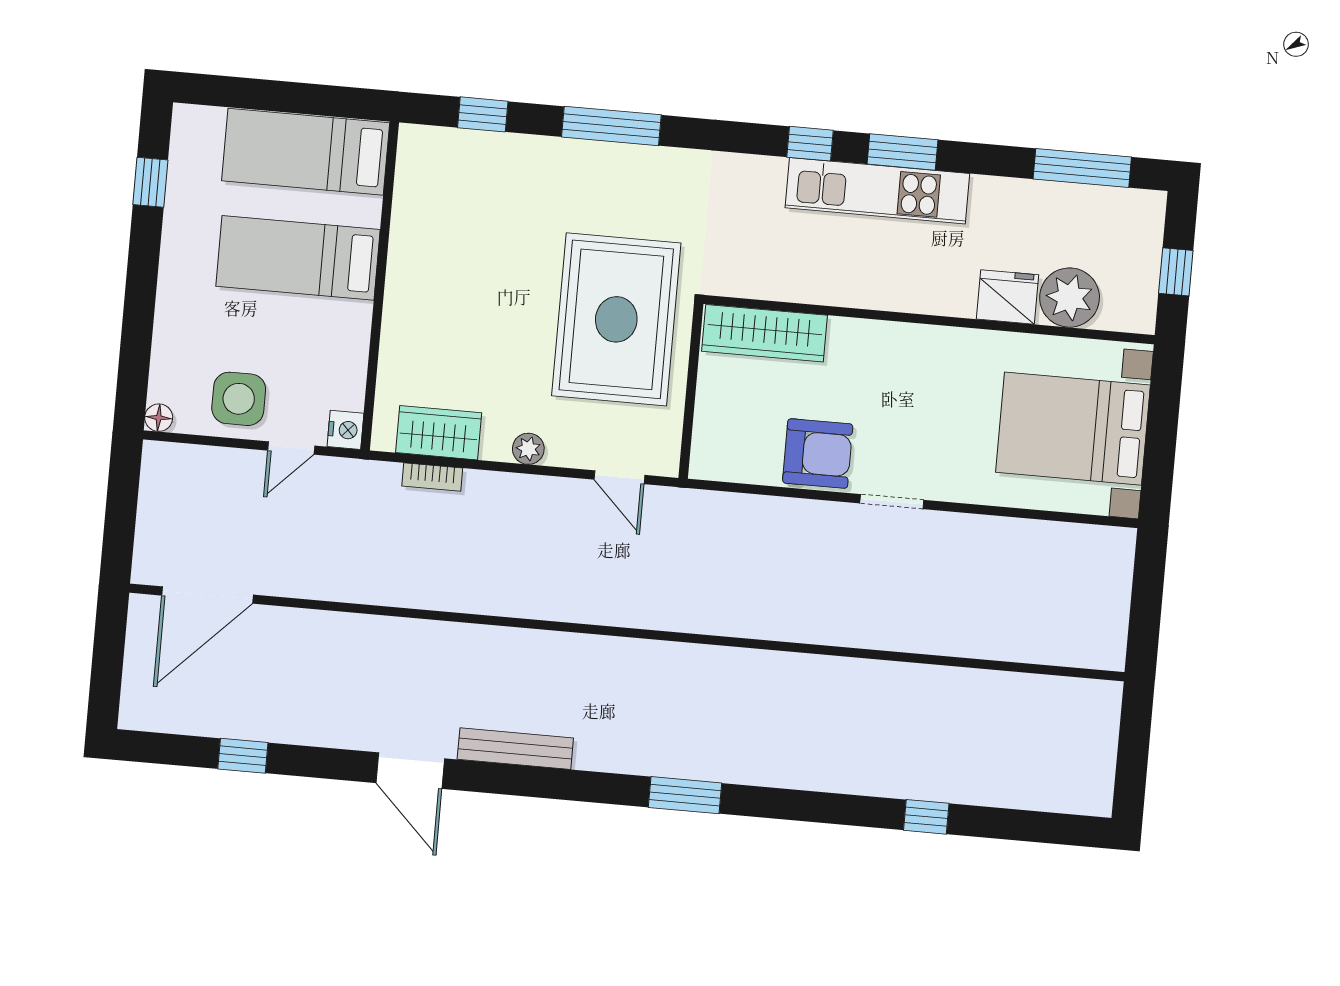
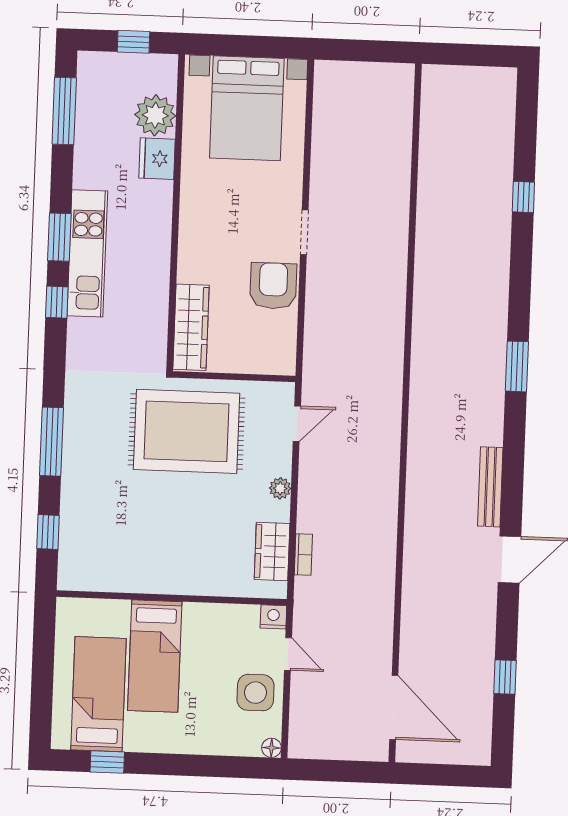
bed: (306, 152) -> (99, 694), moved, turned 180

